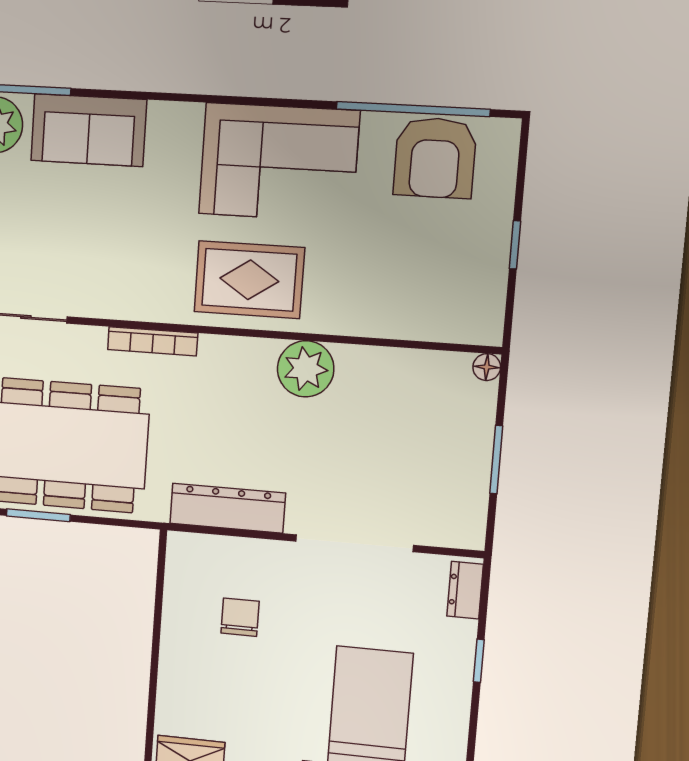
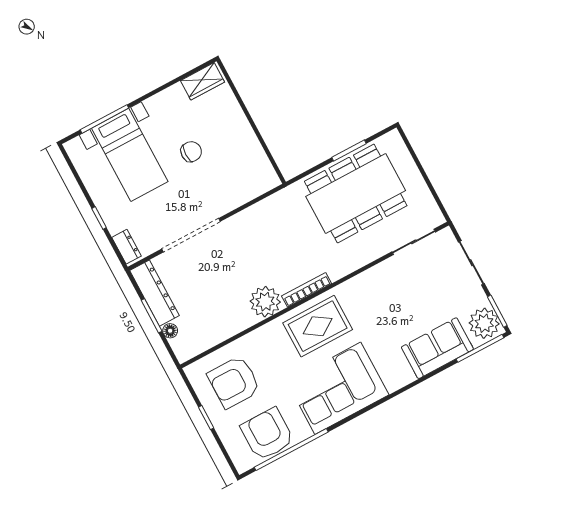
armchair: (434, 274) -> (234, 382), added
bookcase: (153, 341) -> (307, 290), moved
floor lamp: (487, 367) -> (170, 331), moved
dresser: (227, 508) -> (154, 293), moved, turned -90
chair: (240, 617) -> (191, 152), moved, turned -90

